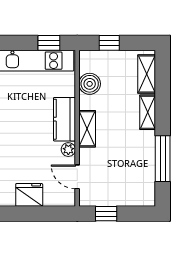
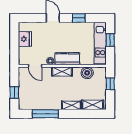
window: (49, 43) -> (110, 40), moved
door: (77, 177) -> (35, 66), swing flipped
window: (106, 214) -> (14, 92), moved

